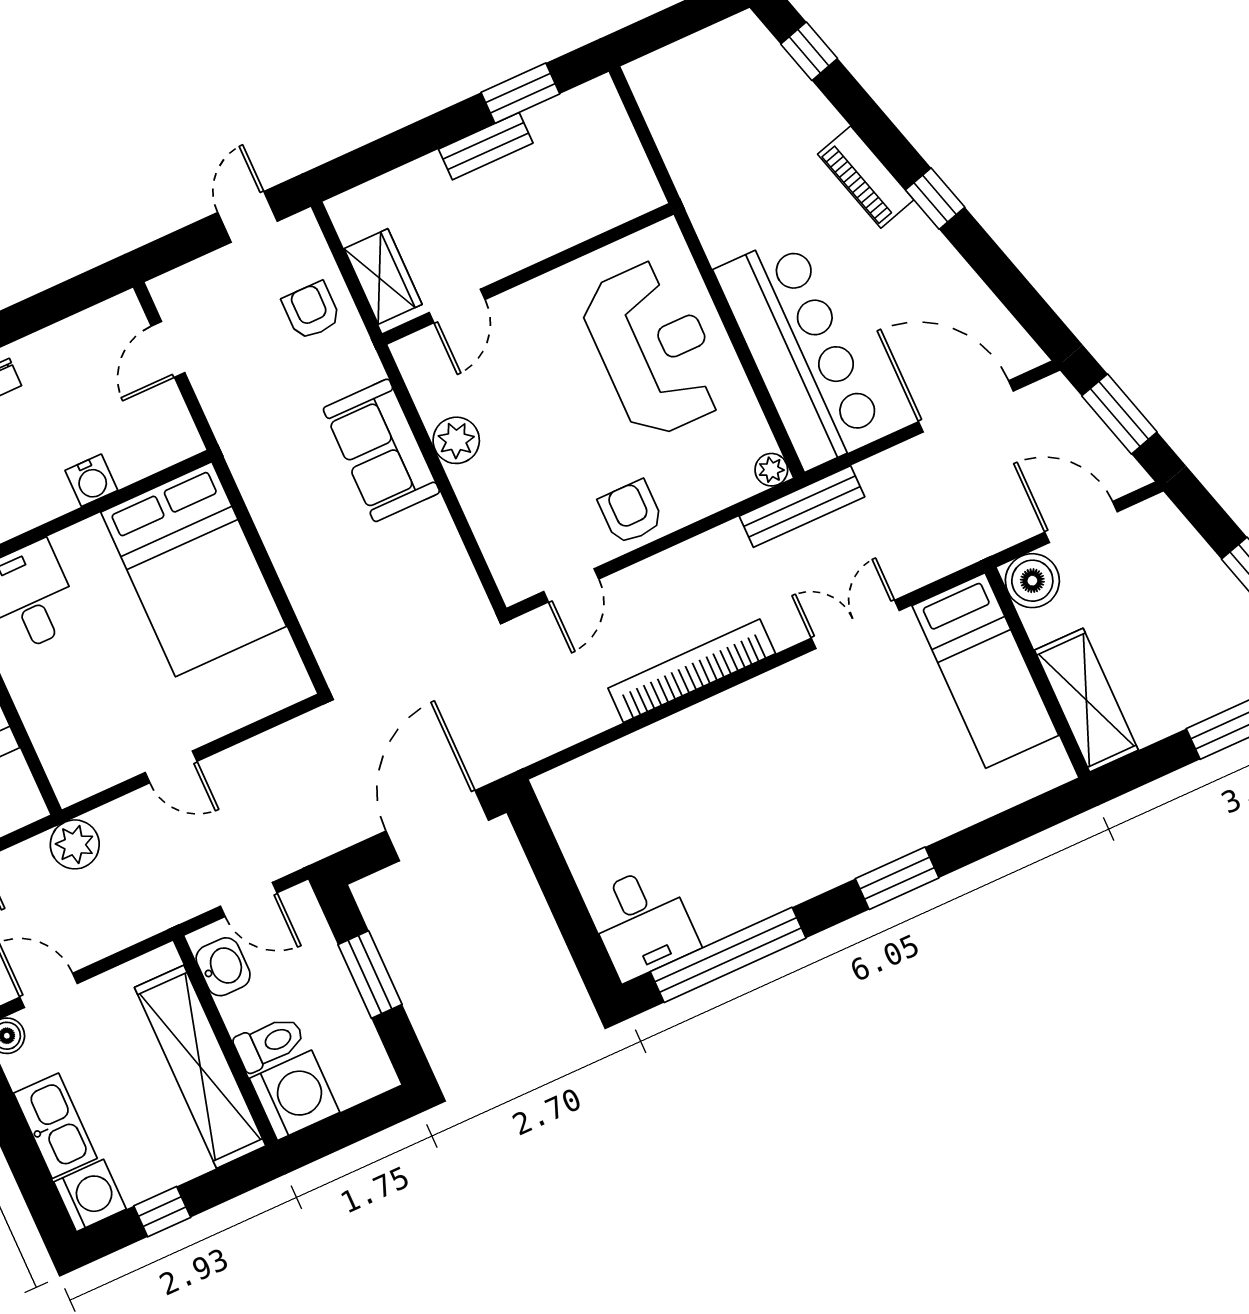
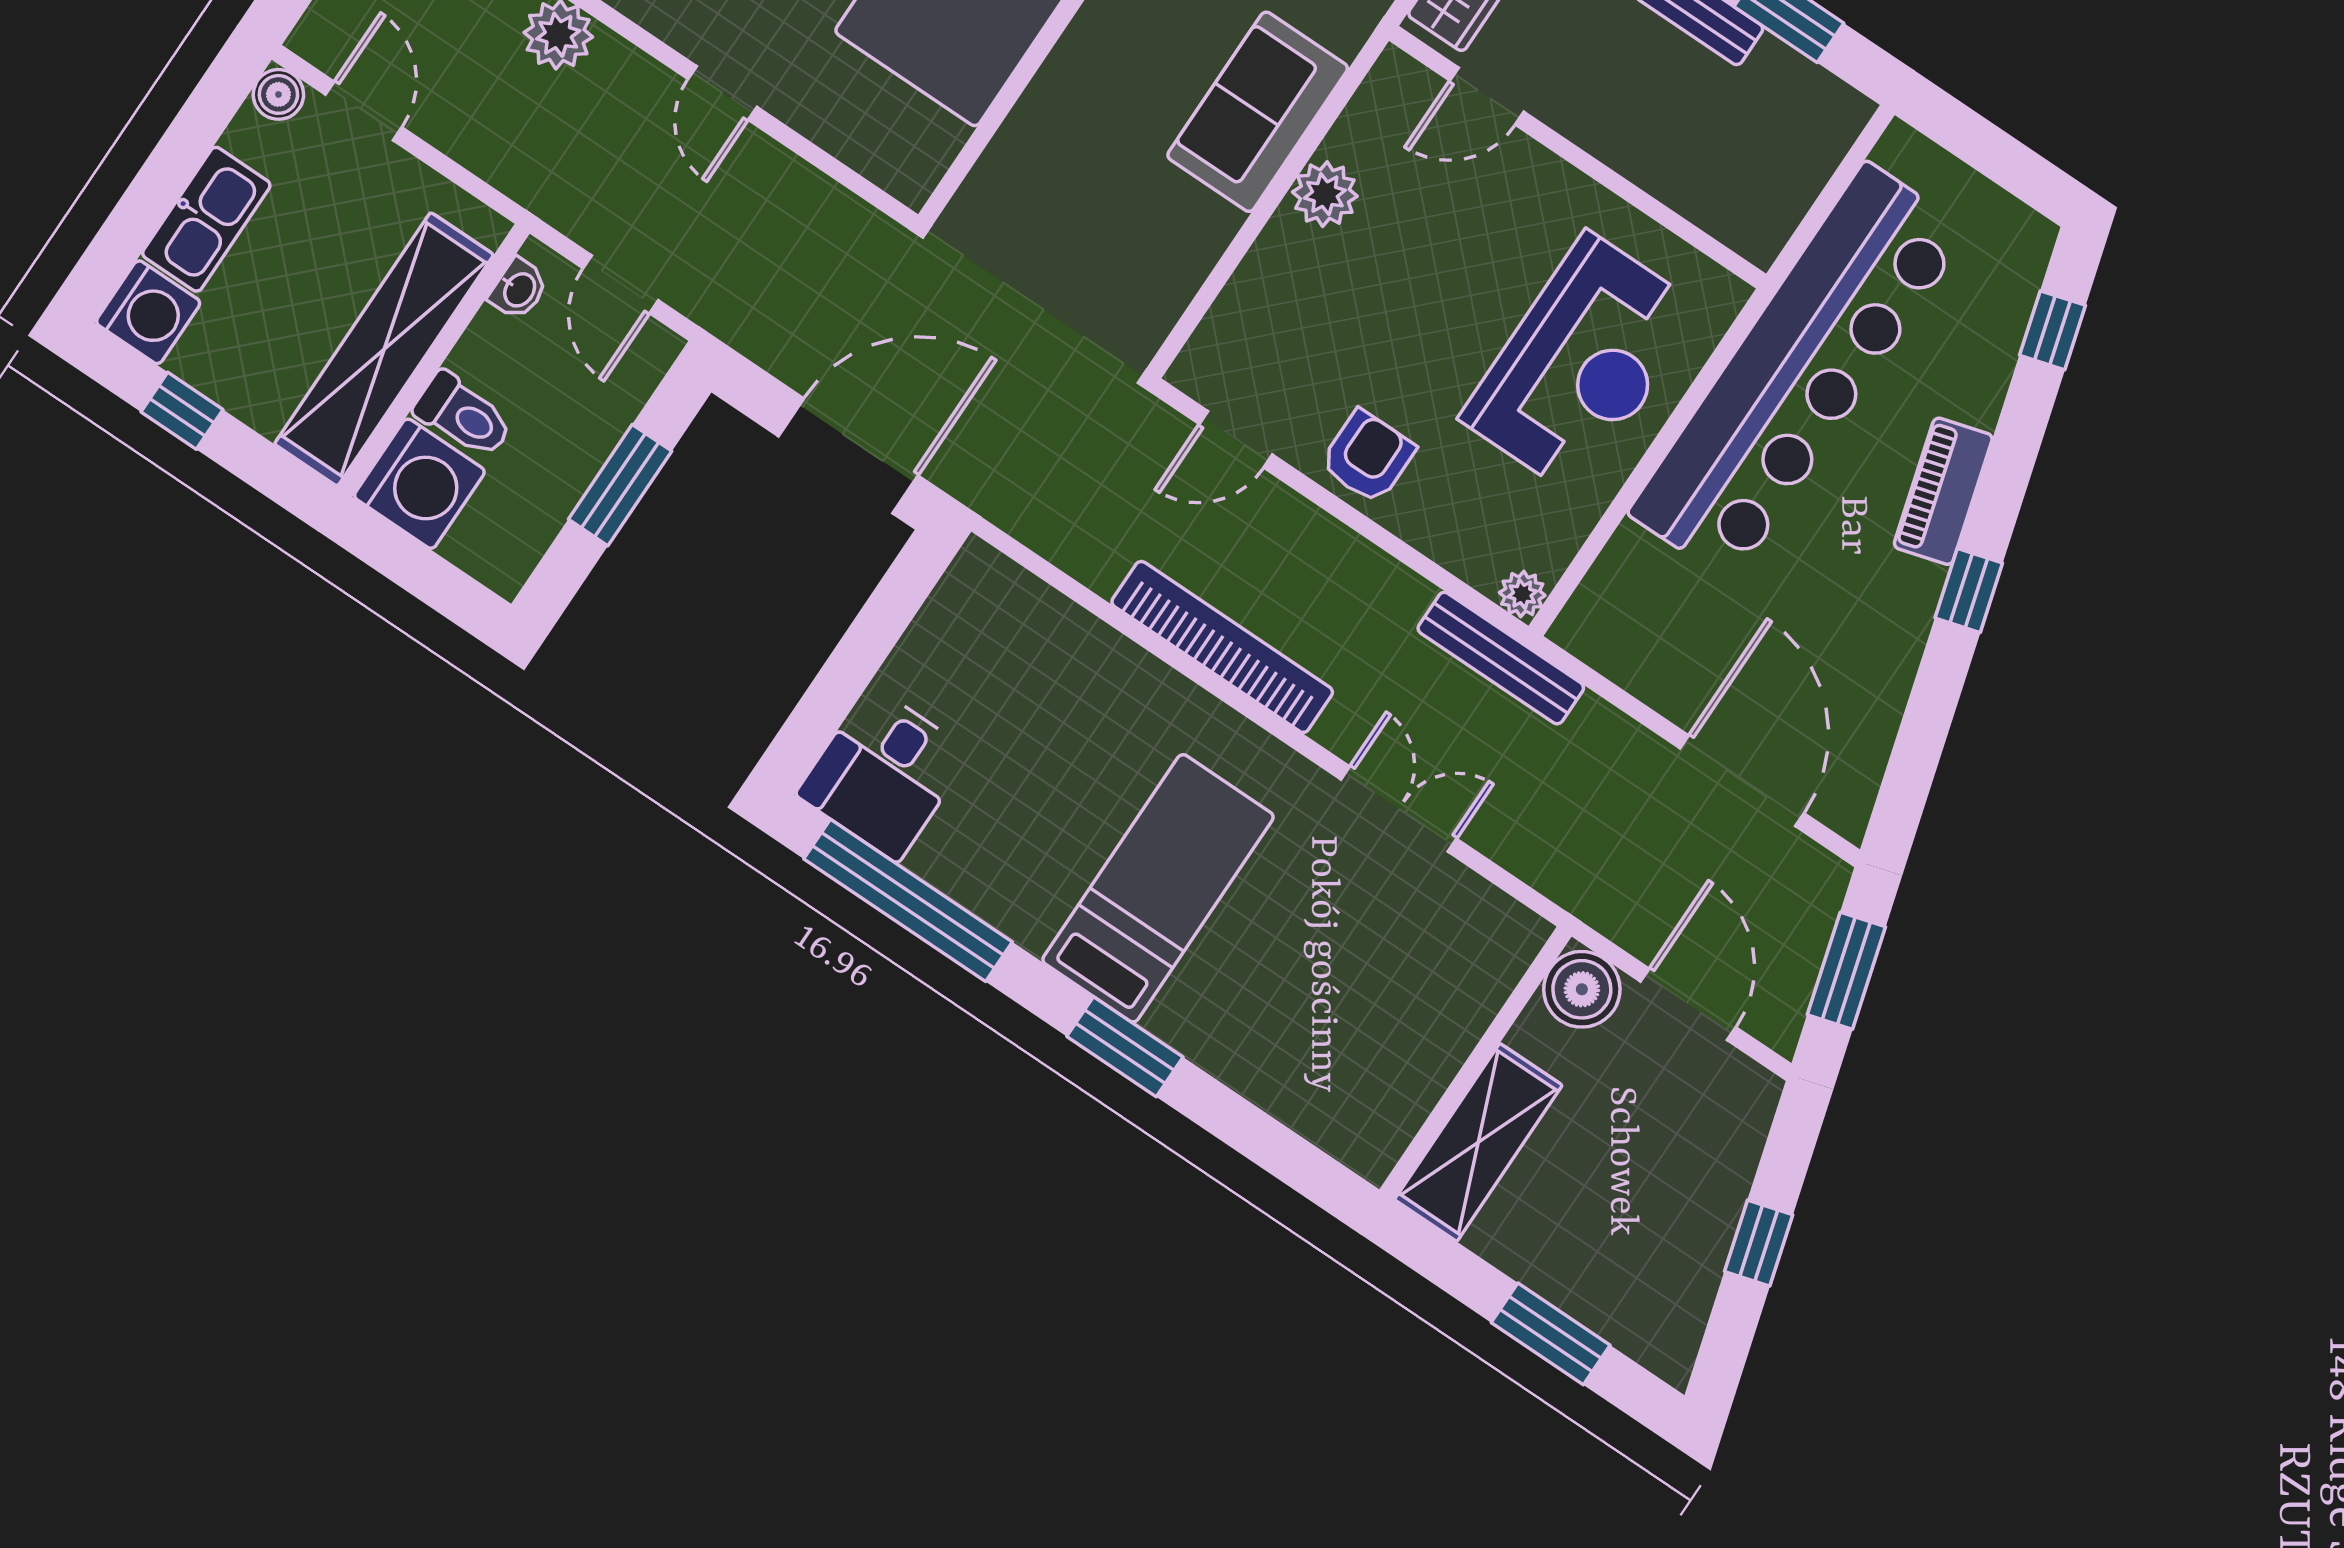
bar counter: (800, 352) -> (1799, 372), moved, width x1.36
bed: (985, 670) -> (1158, 888), moved, turned 180
washbasin: (223, 967) -> (519, 289), width x0.72, depth x0.69

